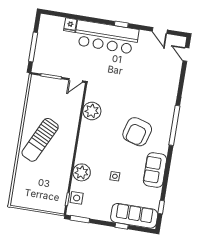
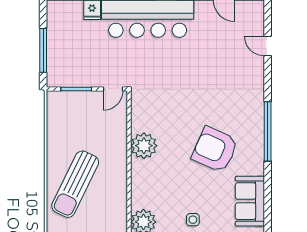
door: (186, 54) -> (268, 46), moved
plant: (92, 111) -> (144, 146), moved
armchair: (137, 132) -> (215, 149), turned 98

